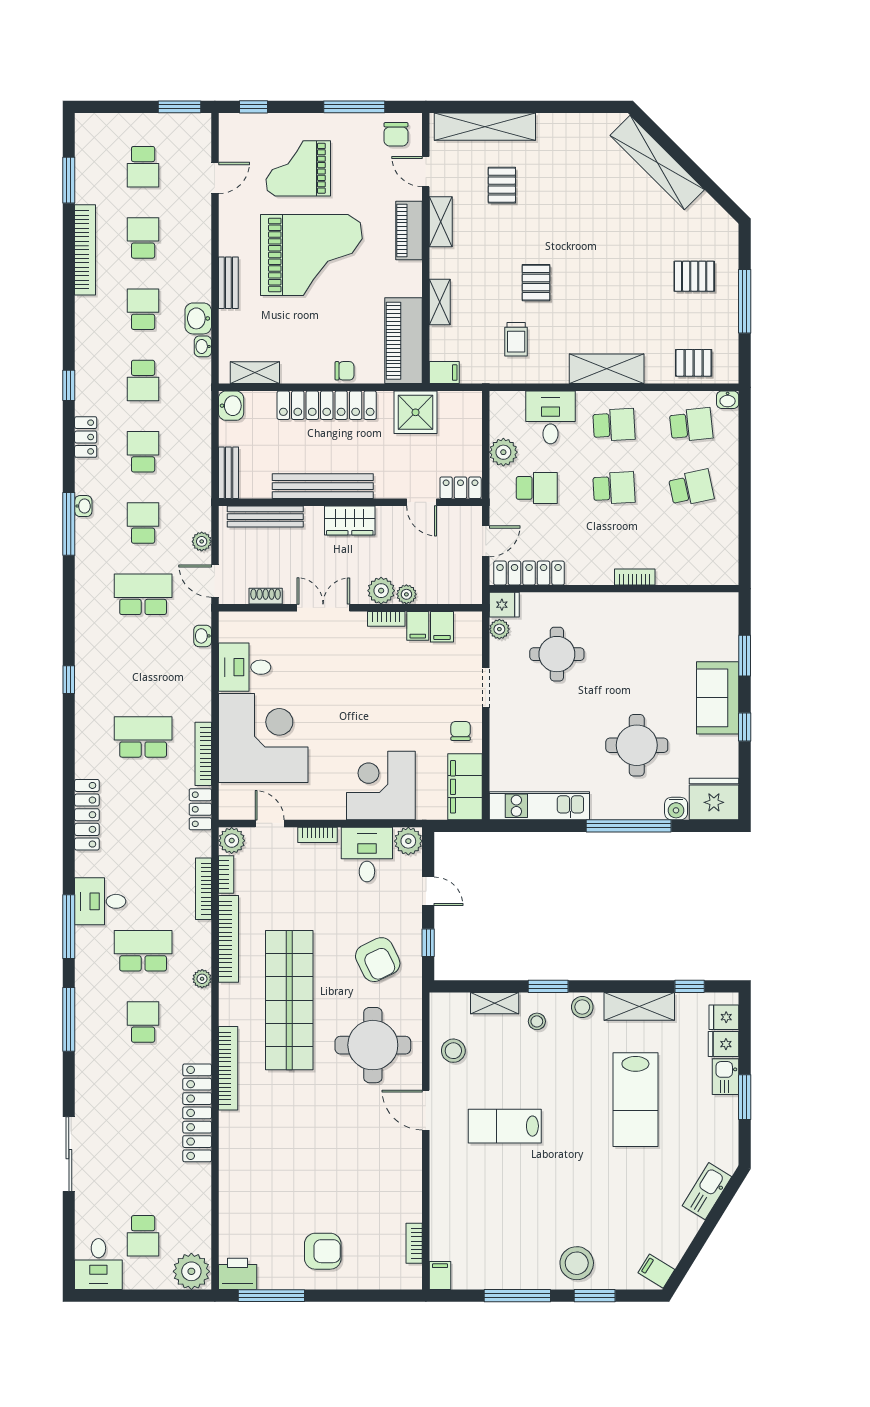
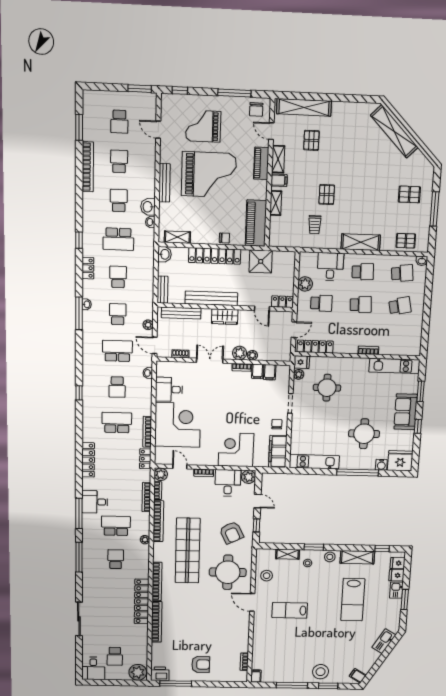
door: (215, 178) -> (158, 130), swing flipped
bench: (228, 283) -> (164, 183), width x1.36
filing cabinet: (444, 373) -> (279, 180), moved
school desk: (143, 380) -> (118, 239), width x1.85
kitchen unit: (689, 606) -> (394, 366), added
school desk: (143, 666) -> (117, 387), added
bookcase: (229, 1157) -> (157, 622), added

